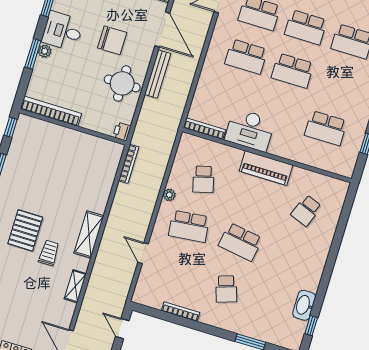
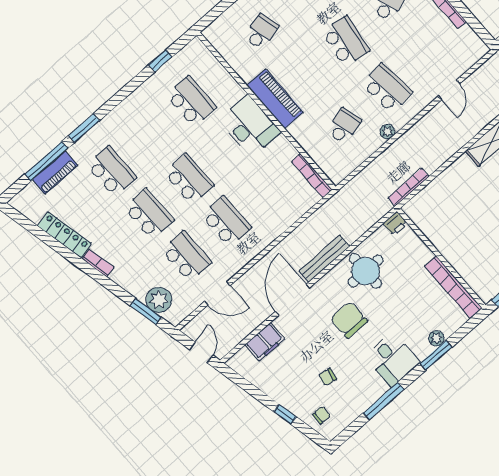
plant: (45, 51) -> (437, 338), moved
desk: (250, 130) -> (250, 126), moved
school desk: (306, 211) -> (261, 32), turned -36

